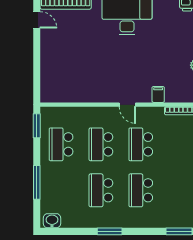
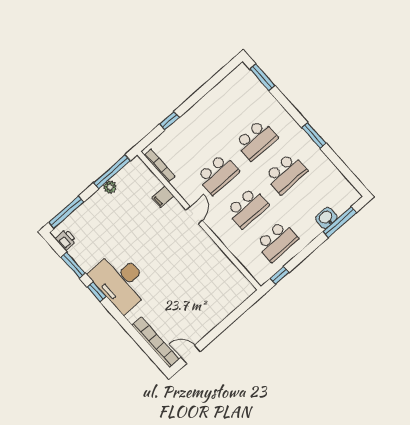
door: (37, 20) -> (191, 354), hinge flipped
window: (37, 126) -> (280, 275), width x0.67
window: (37, 182) -> (340, 222), moved
washbasin: (52, 221) -> (326, 218), moved, turned 90

